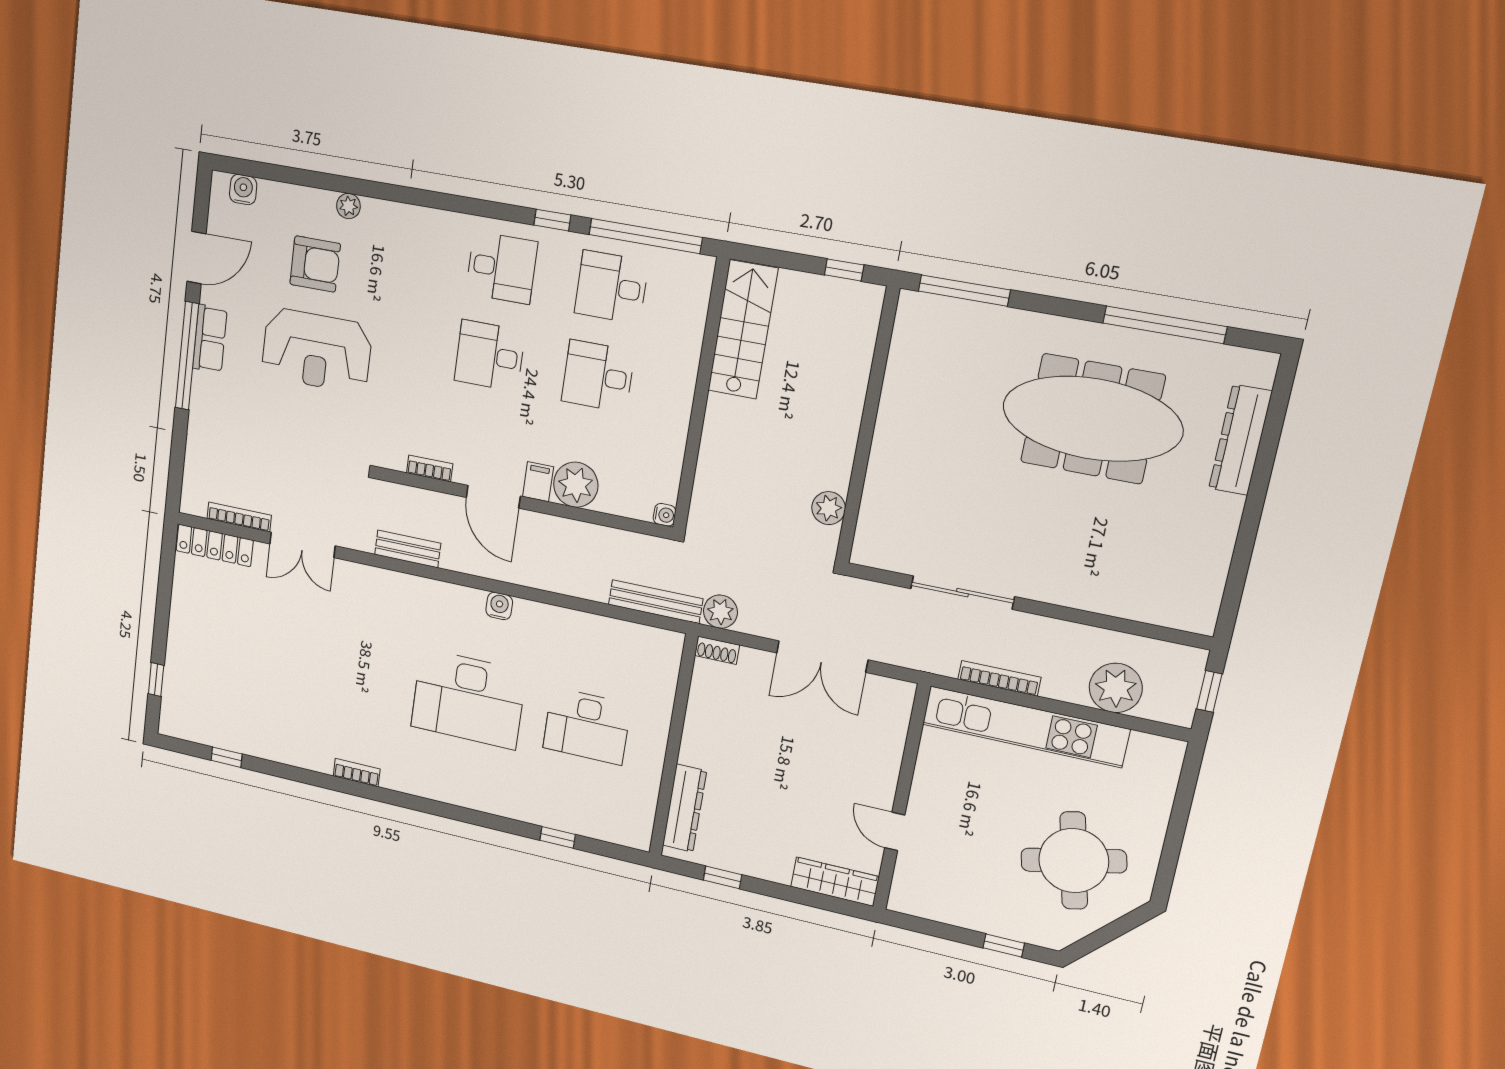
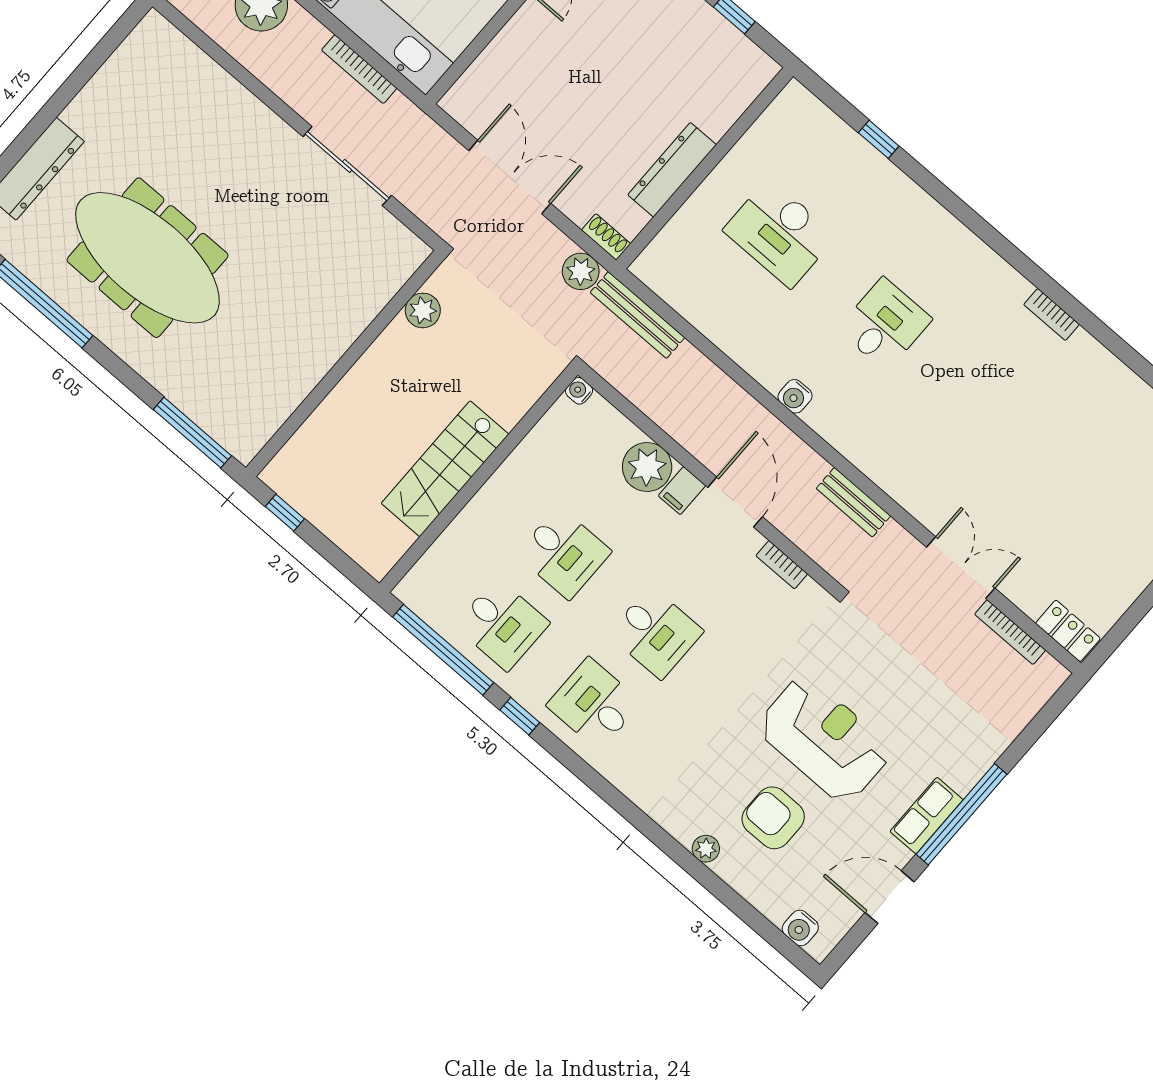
stairs: (743, 330) -> (445, 469), moved
locker: (215, 545) -> (1068, 631), width x0.66
desk: (468, 699) -> (885, 324), width x0.53, depth x0.77
desk: (587, 726) -> (780, 233), turned 180
dresser: (685, 808) -> (672, 170), moved

